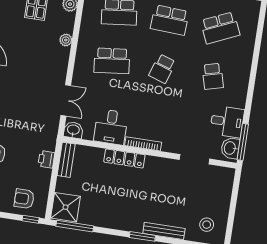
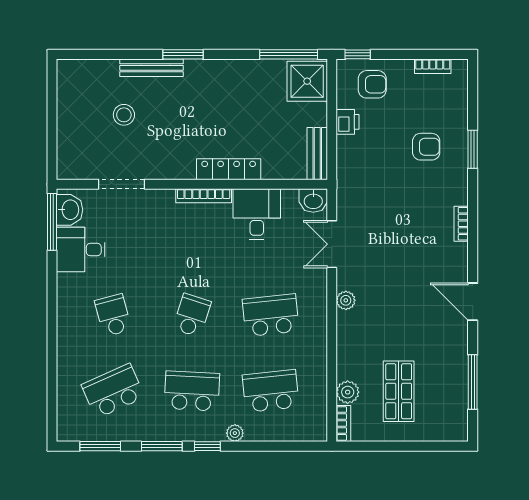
plant: (66, 40) -> (346, 300), moved
printer: (46, 159) -> (348, 122), moved
stool: (207, 225) -> (124, 115), moved

